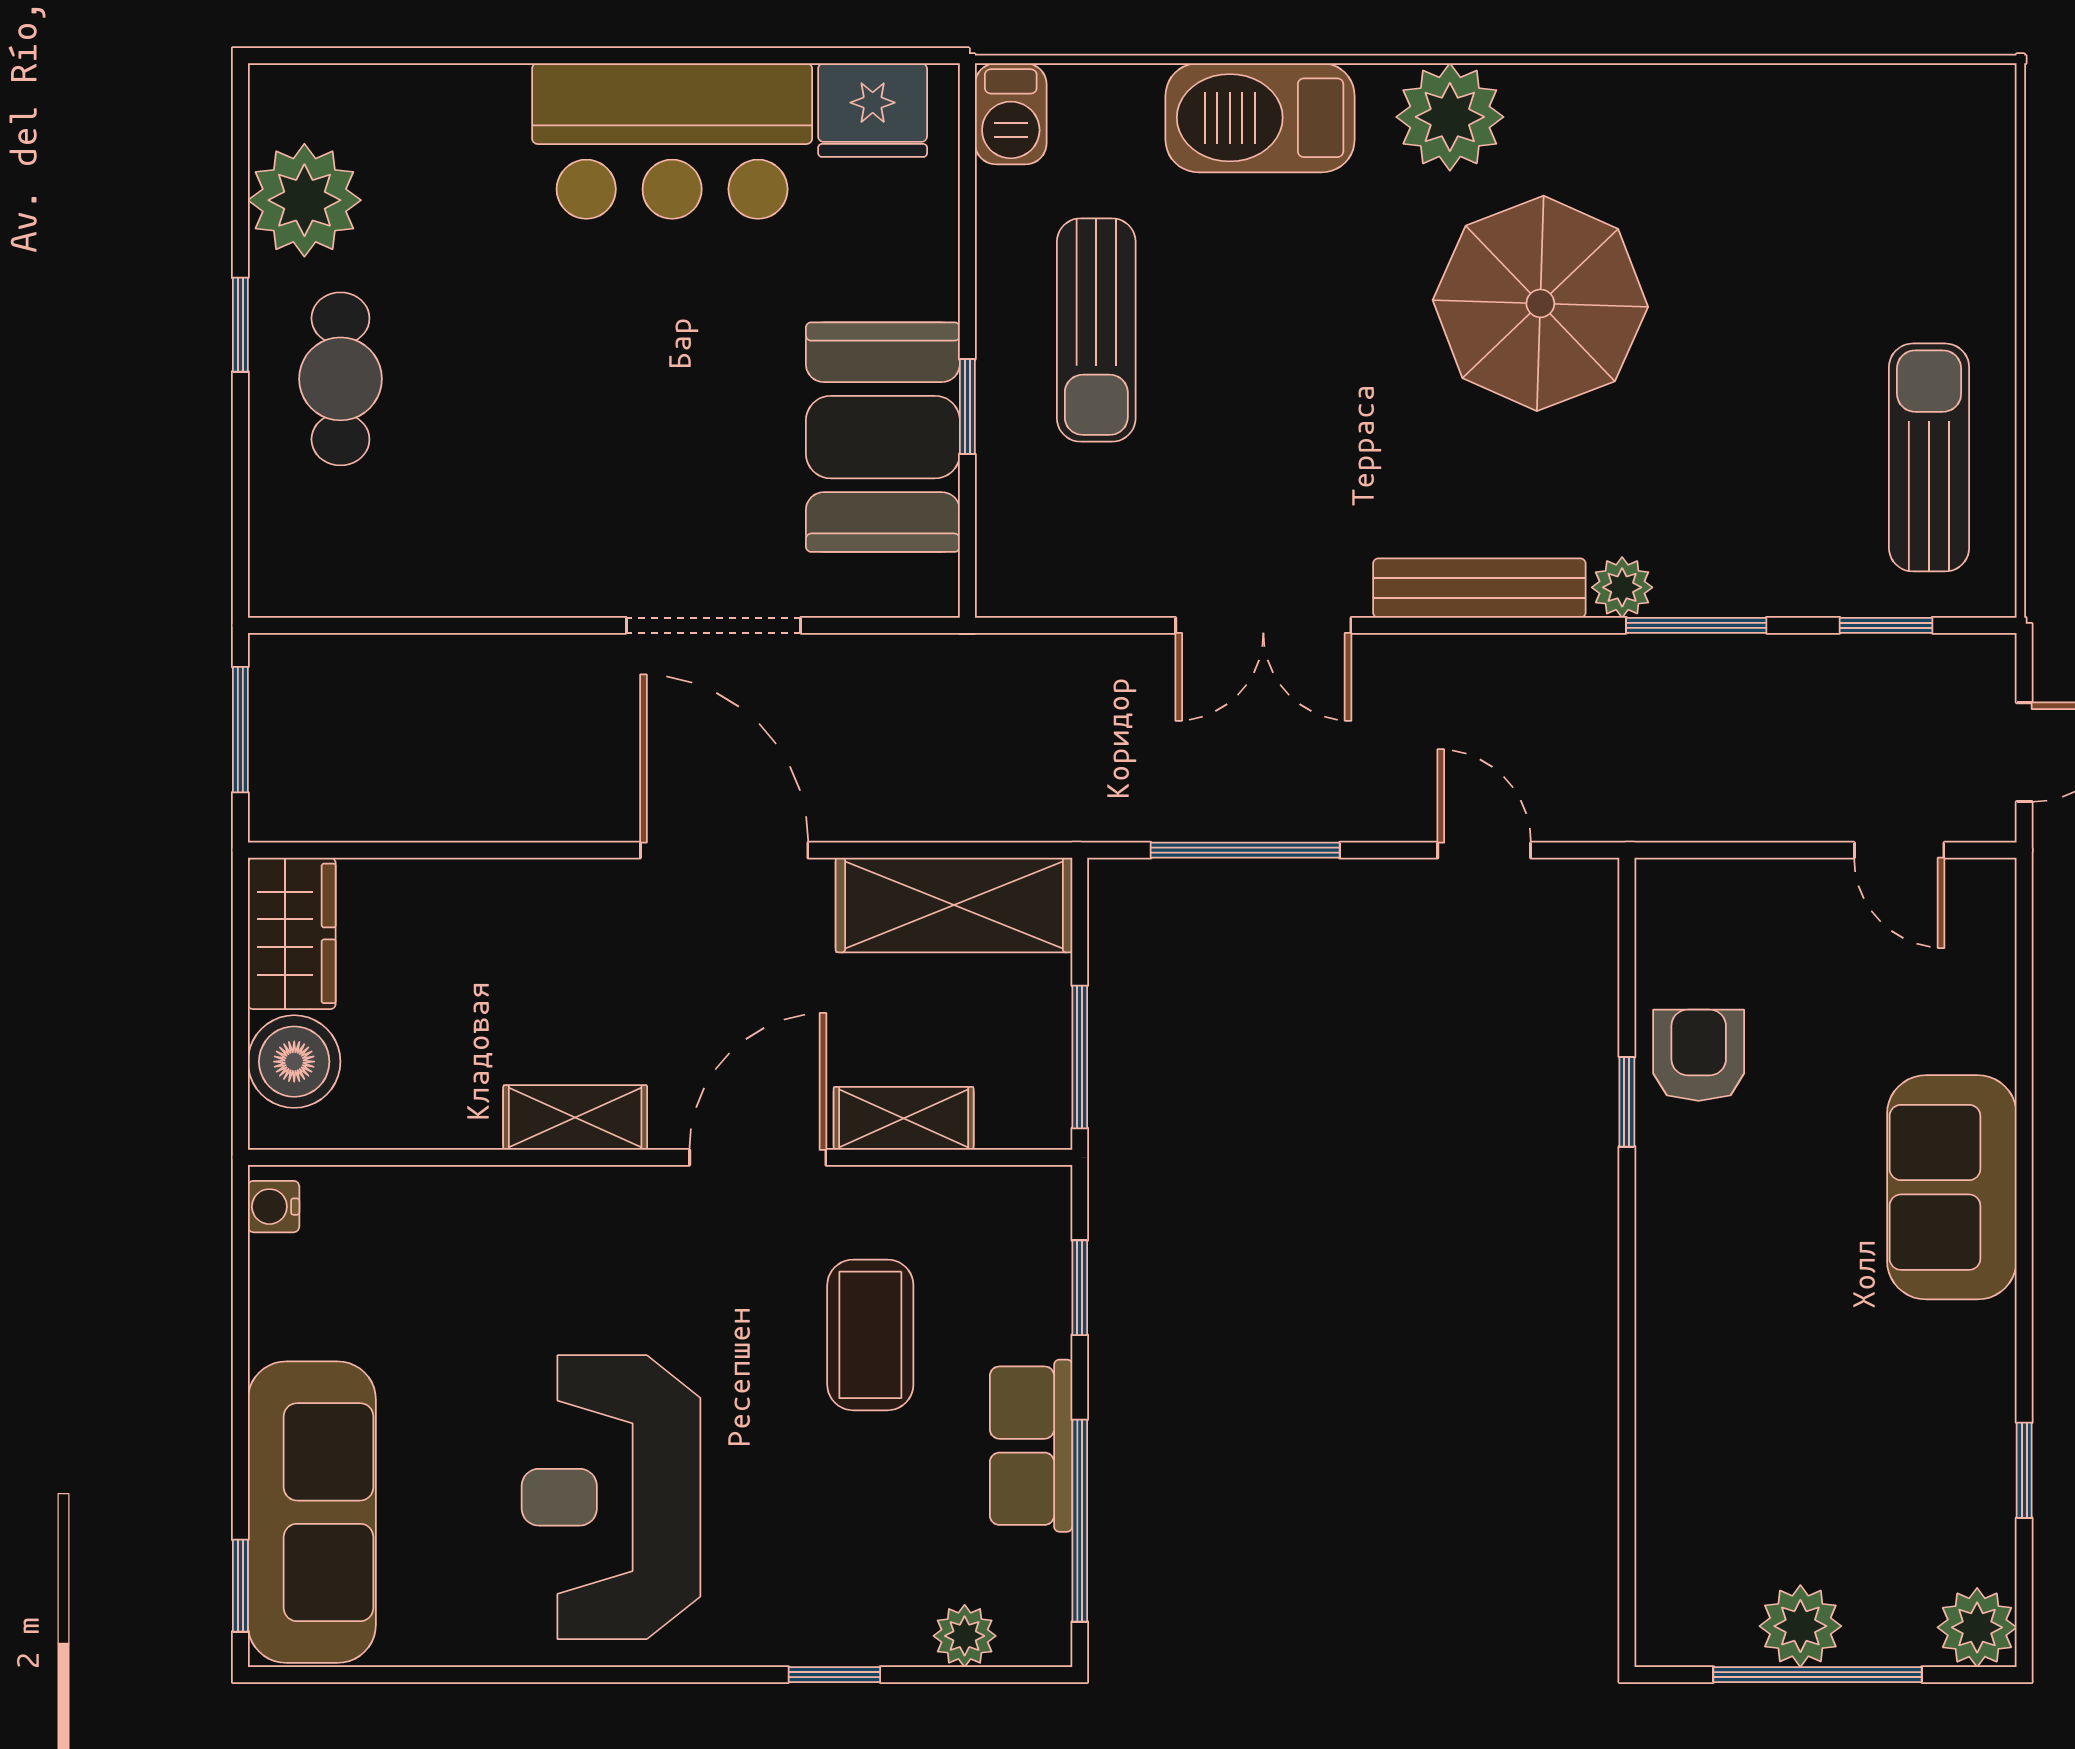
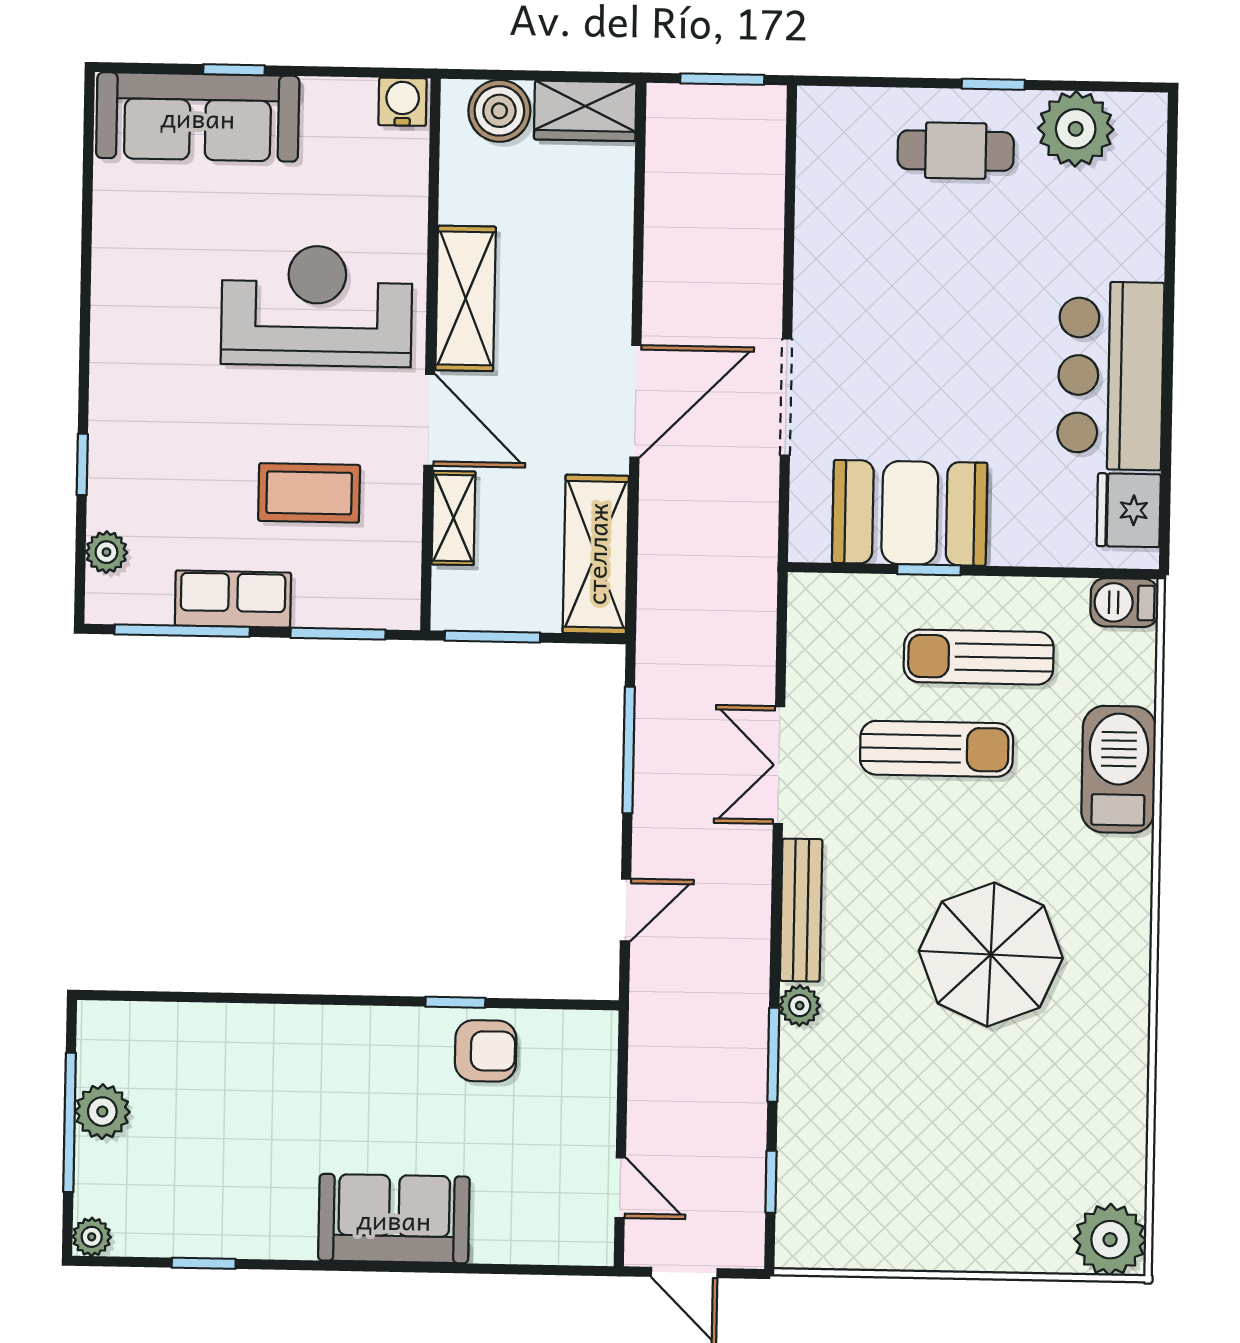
plant: (1450, 117) -> (1110, 1240), moved
sun lounger: (1929, 457) -> (937, 749), moved
door: (1899, 850) -> (620, 1188), swing flipped
shelving: (575, 1118) -> (466, 298), width x1.50, depth x1.33
water cooler: (274, 1207) -> (403, 102), width x1.38, depth x1.38
window: (1080, 1288) -> (338, 634), width x1.50
reception desk: (611, 1497) -> (317, 306), moved
window: (240, 1586) -> (234, 70), moved
plant: (1977, 1627) -> (92, 1237), width x0.73, depth x0.73

